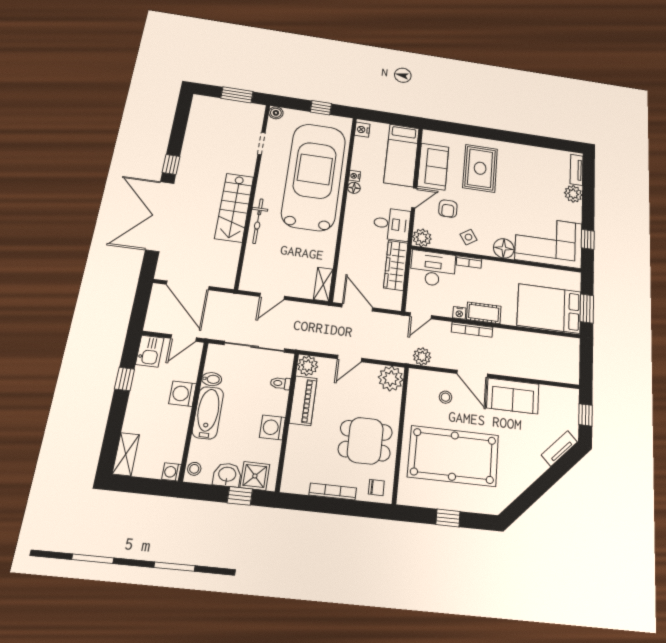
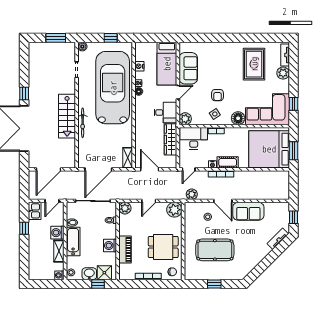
nightstand: (362, 130) -> (139, 66), moved
rug: (480, 168) -> (254, 64), moved
armchair: (448, 209) -> (217, 95), moved
door: (188, 285) -> (48, 169), hinge flipped
door: (272, 296) -> (98, 169), width x1.88
bed: (549, 309) -> (269, 149), width x1.36
piano: (303, 401) -> (125, 250), moved
shelving: (126, 454) -> (59, 251), moved
pool table: (453, 456) -> (215, 250), width x0.73, depth x0.76

